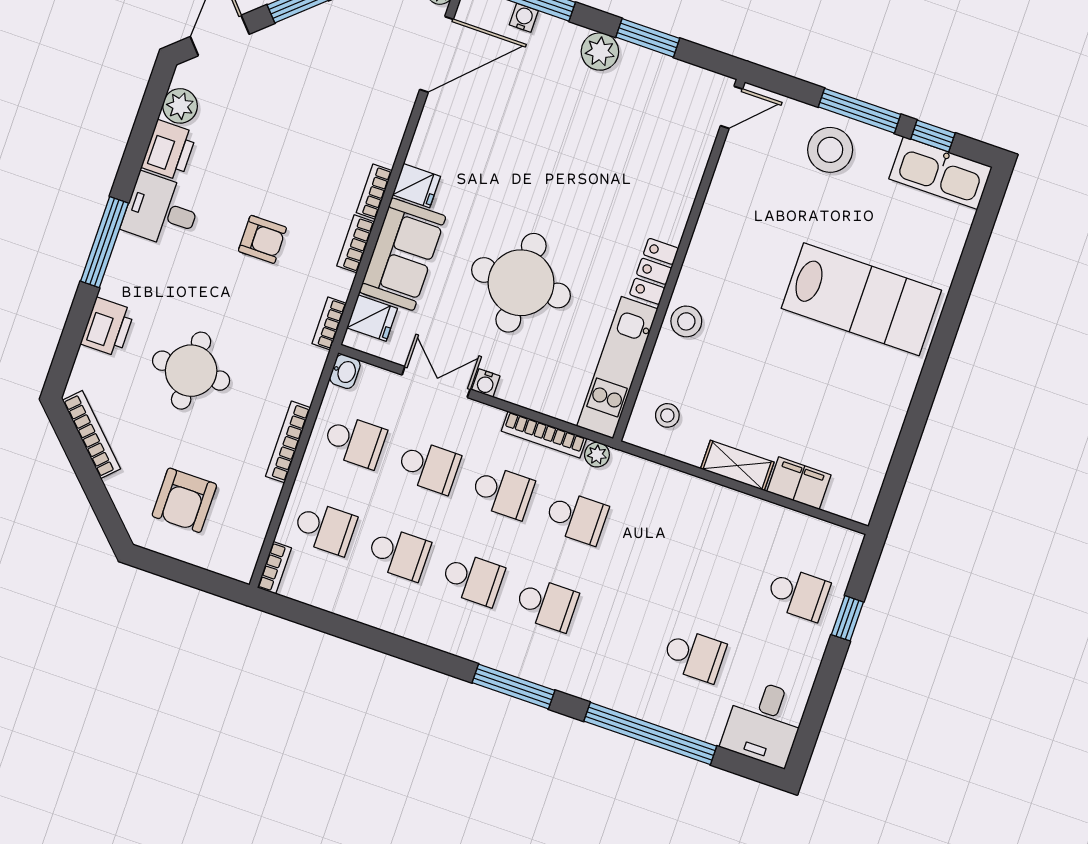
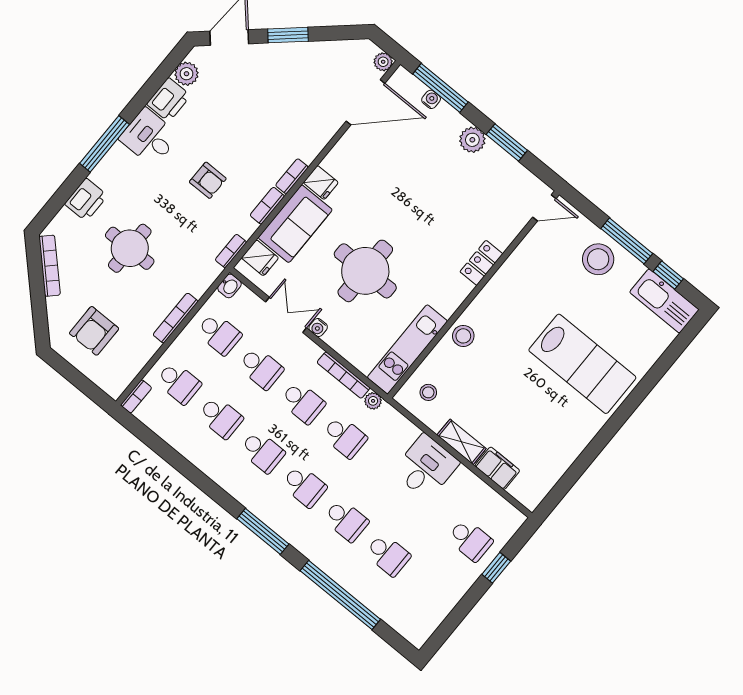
locker: (654, 271) -> (481, 263), moved
school desk: (620, 630) -> (346, 520), added
desk: (764, 723) -> (426, 467), moved, turned 180

